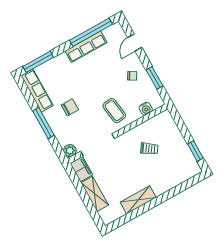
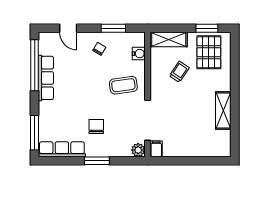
window: (43, 123) -> (97, 161), width x0.69
pallet: (177, 163) -> (209, 52), added
filing cabinet: (81, 169) -> (156, 149), width x0.50
shelving: (95, 194) -> (169, 40), moved

